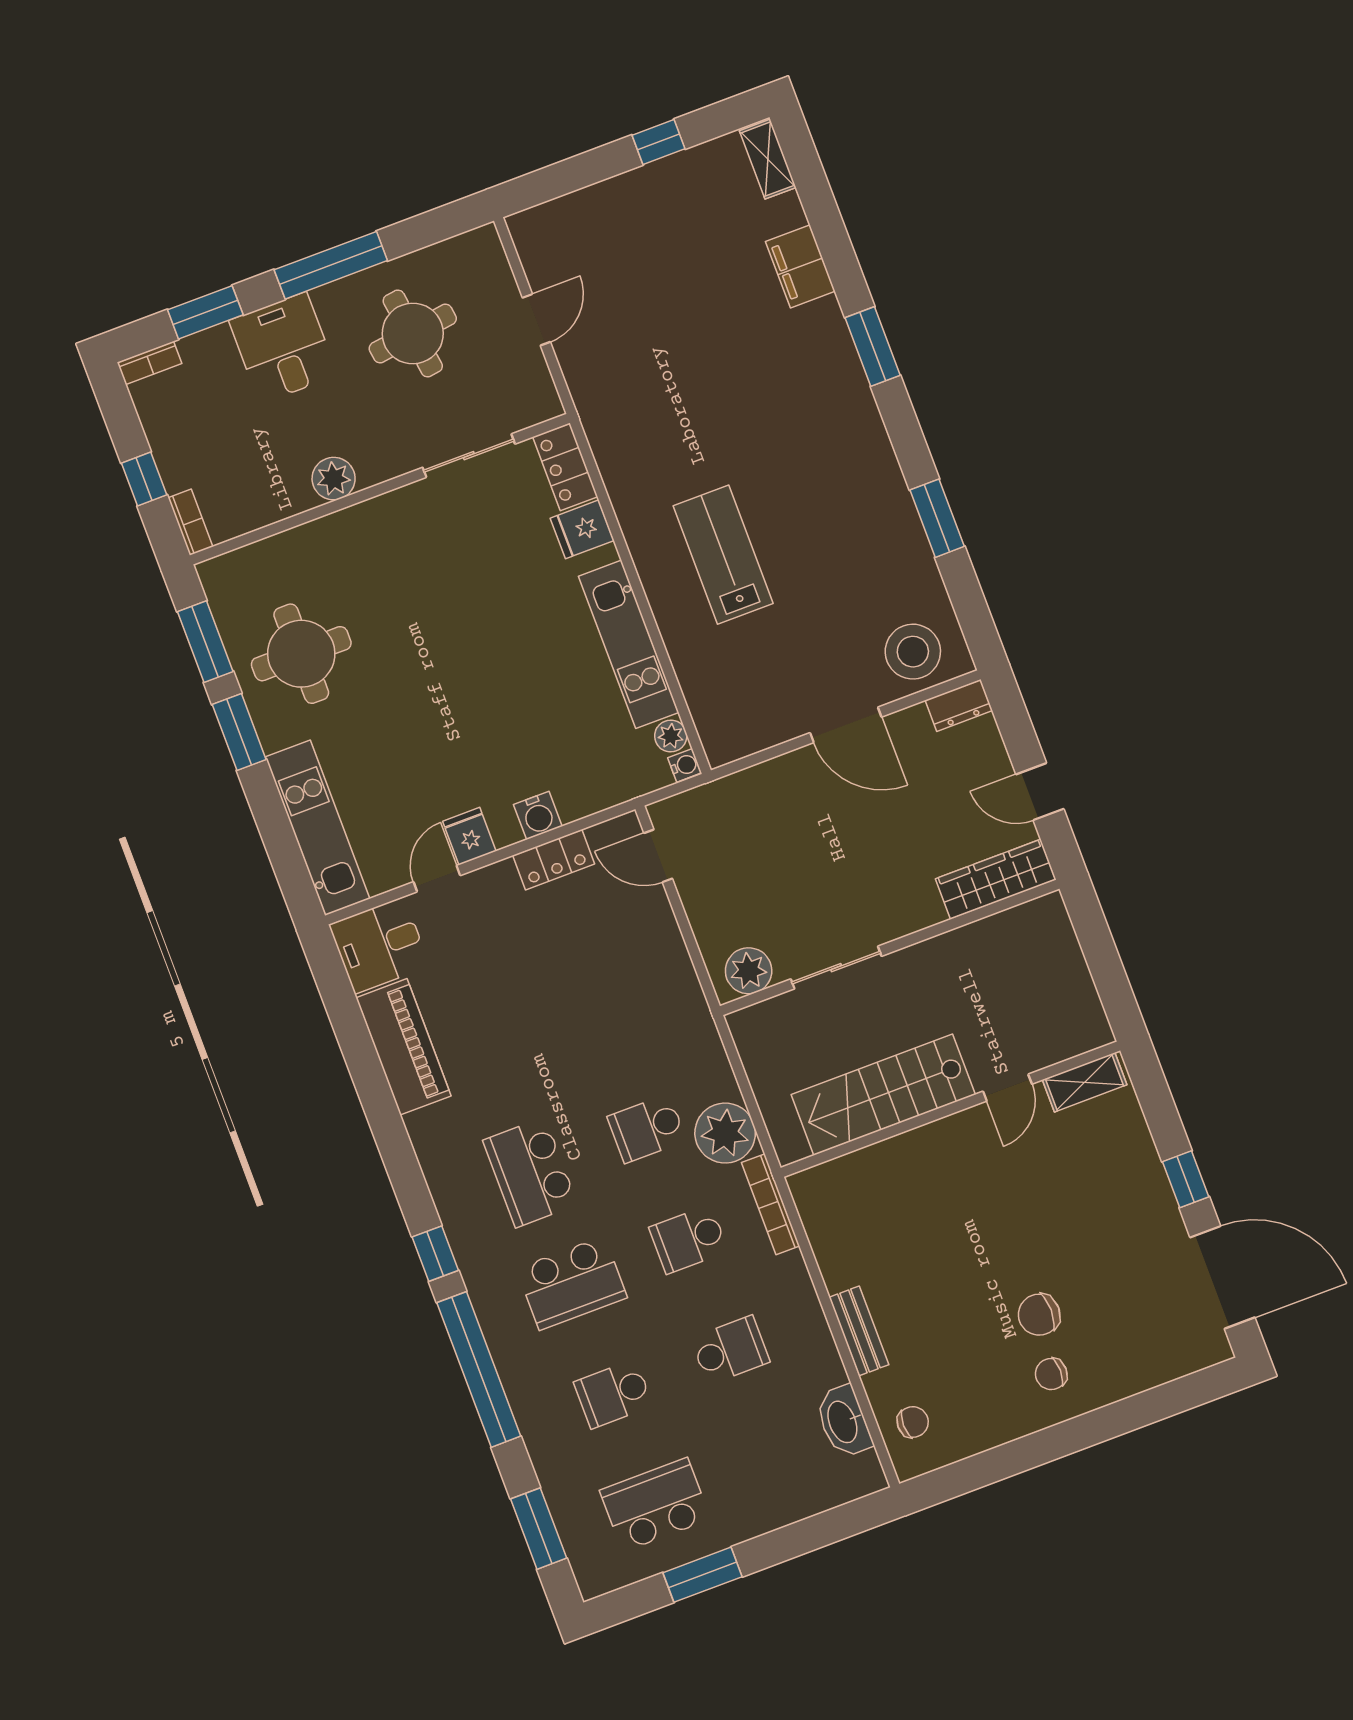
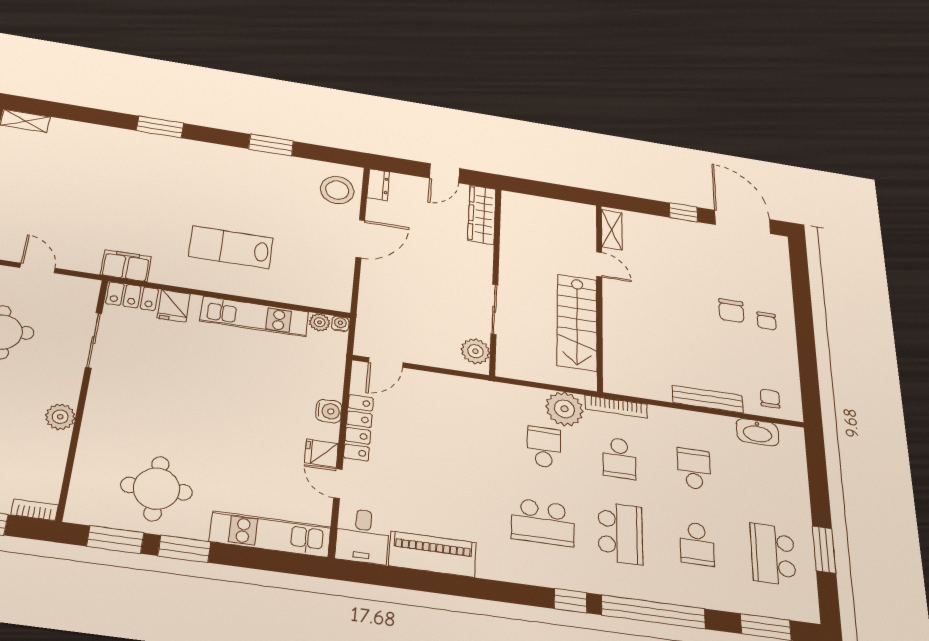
filing cabinet: (800, 266) -> (126, 266), moved, turned 180
locker: (554, 860) -> (359, 427), width x1.53
school desk: (647, 1129) -> (544, 447), turned 180
door: (1222, 1277) -> (743, 222), hinge flipped
bench: (859, 1331) -> (708, 399), width x1.36

